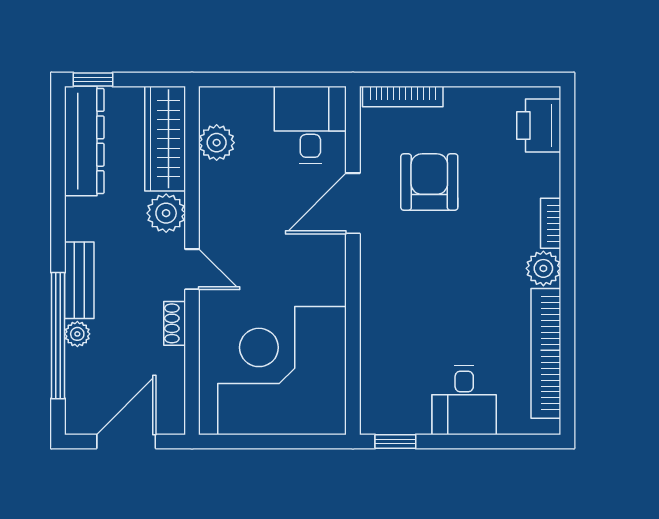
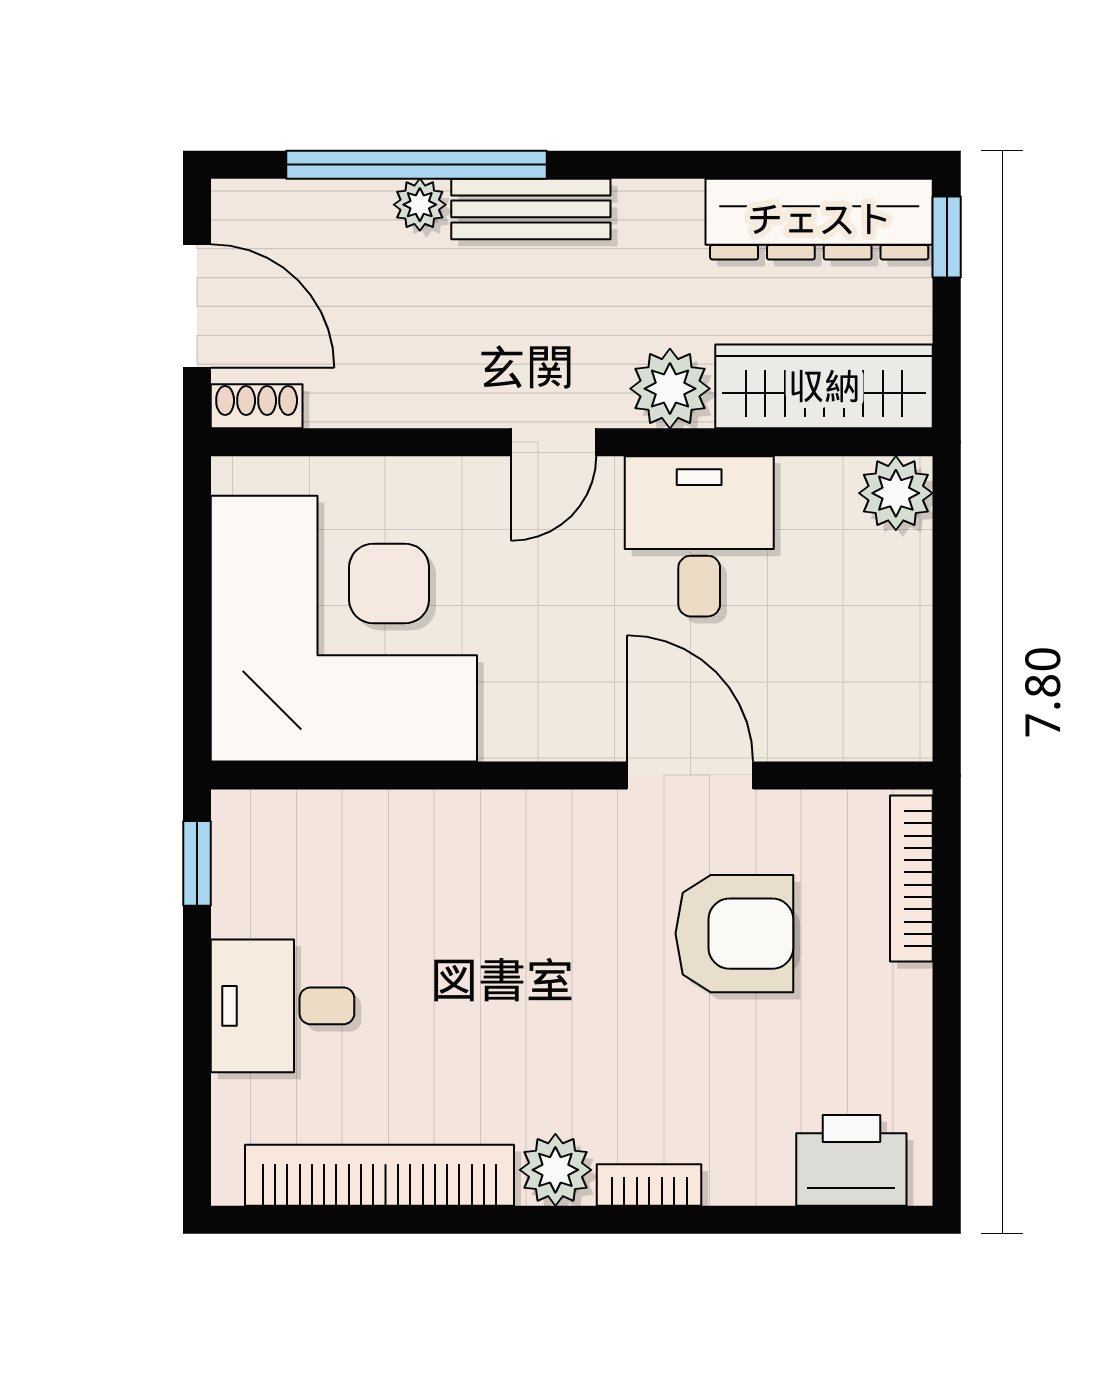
desk: (310, 125) -> (699, 536), moved, turned -90
plant: (217, 143) -> (896, 493), moved
shoe rack: (175, 323) -> (257, 406), moved

